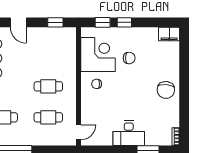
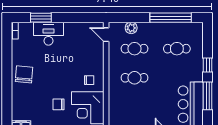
door: (79, 132) -> (106, 35), hinge flipped
desk: (129, 133) -> (48, 34), moved
plant: (52, 139) -> (131, 28), added

